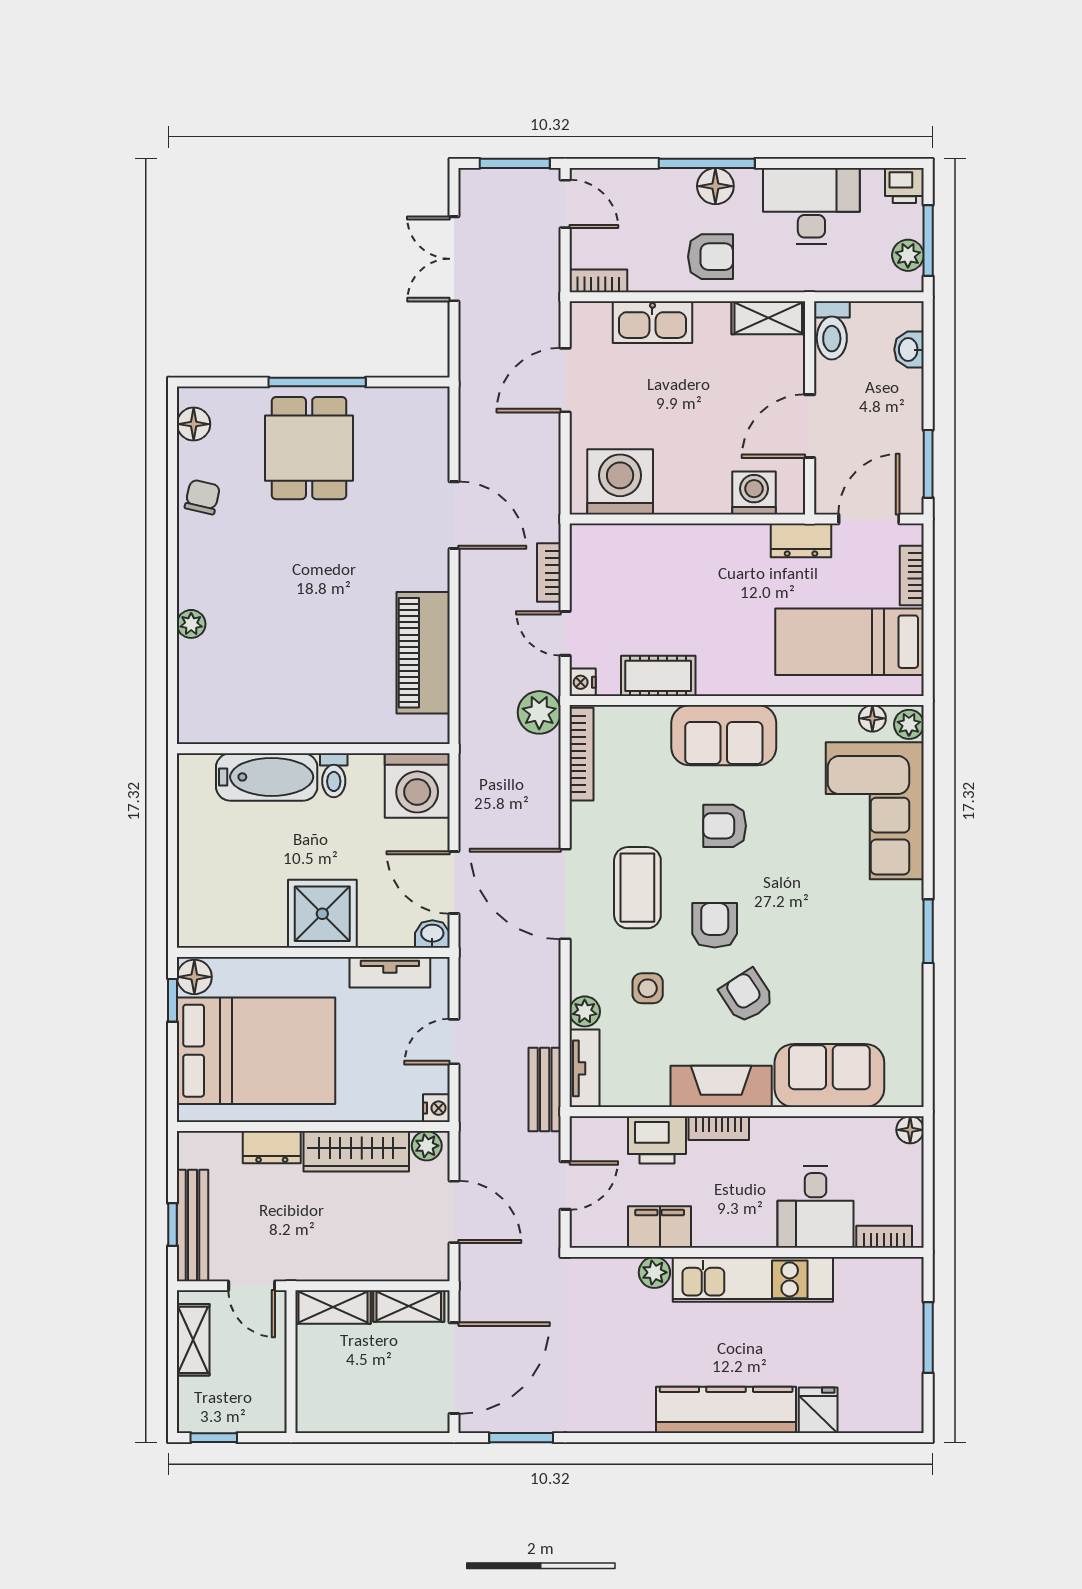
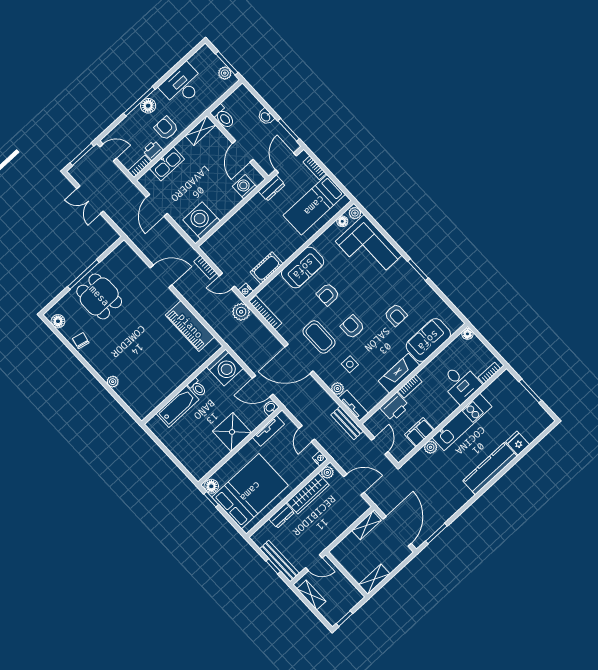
printer: (904, 185) -> (153, 150), moved, turned 180
armchair: (710, 257) -> (166, 128), turned -90
washbasin: (909, 350) -> (266, 117), moved
armchair: (747, 996) -> (396, 315), moved, turned -147
shelving: (333, 1307) -> (374, 579), moved

